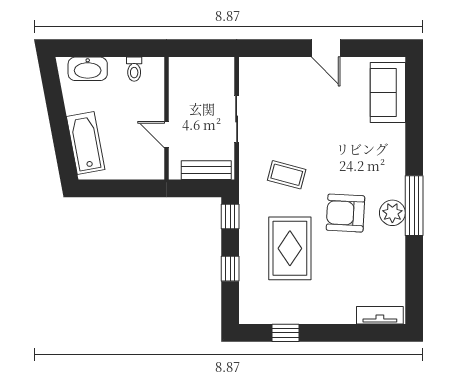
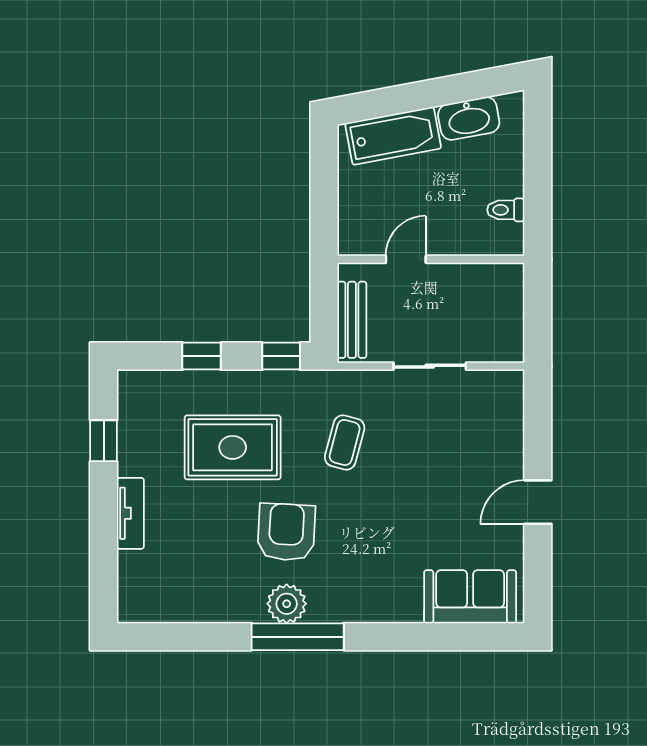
washbasin: (88, 69) -> (469, 118), moved, turned -101
tv unit: (380, 315) -> (130, 513), moved

